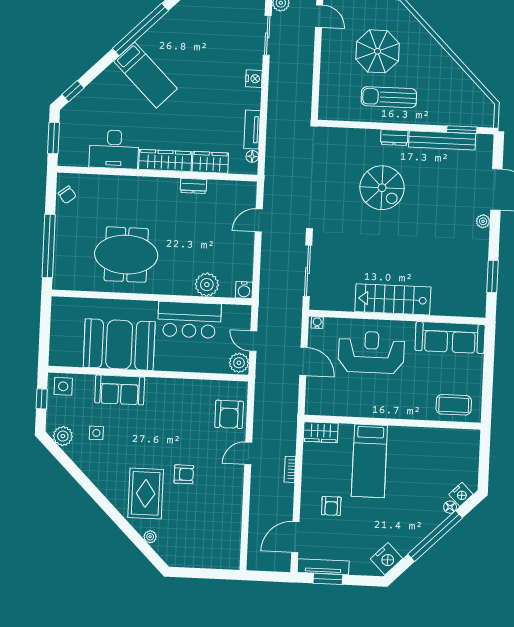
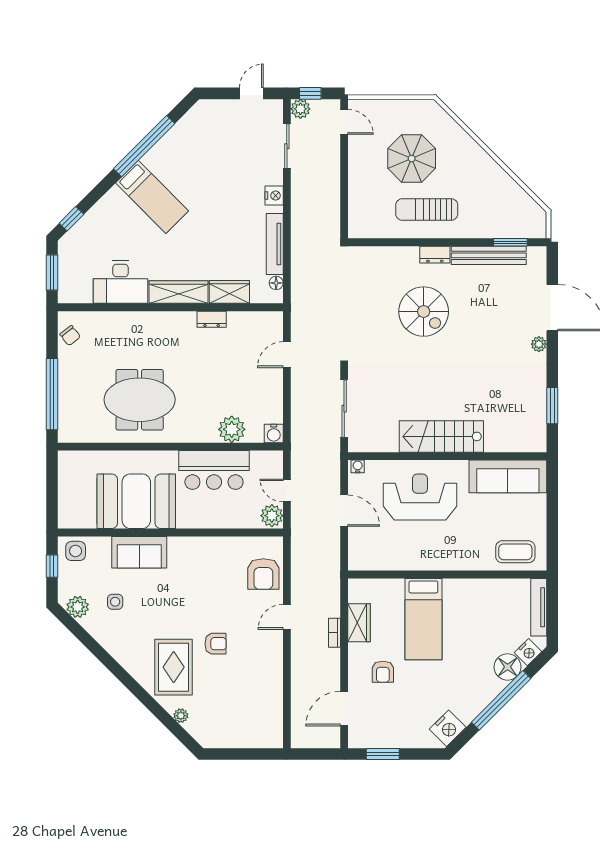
tv unit: (252, 130) -> (275, 244), width x1.41
wardrobe: (321, 432) -> (359, 623), moved, turned -90
floor lamp: (450, 507) -> (508, 667), width x1.89, depth x1.89
tv unit: (323, 567) -> (539, 607), moved, turned -90

